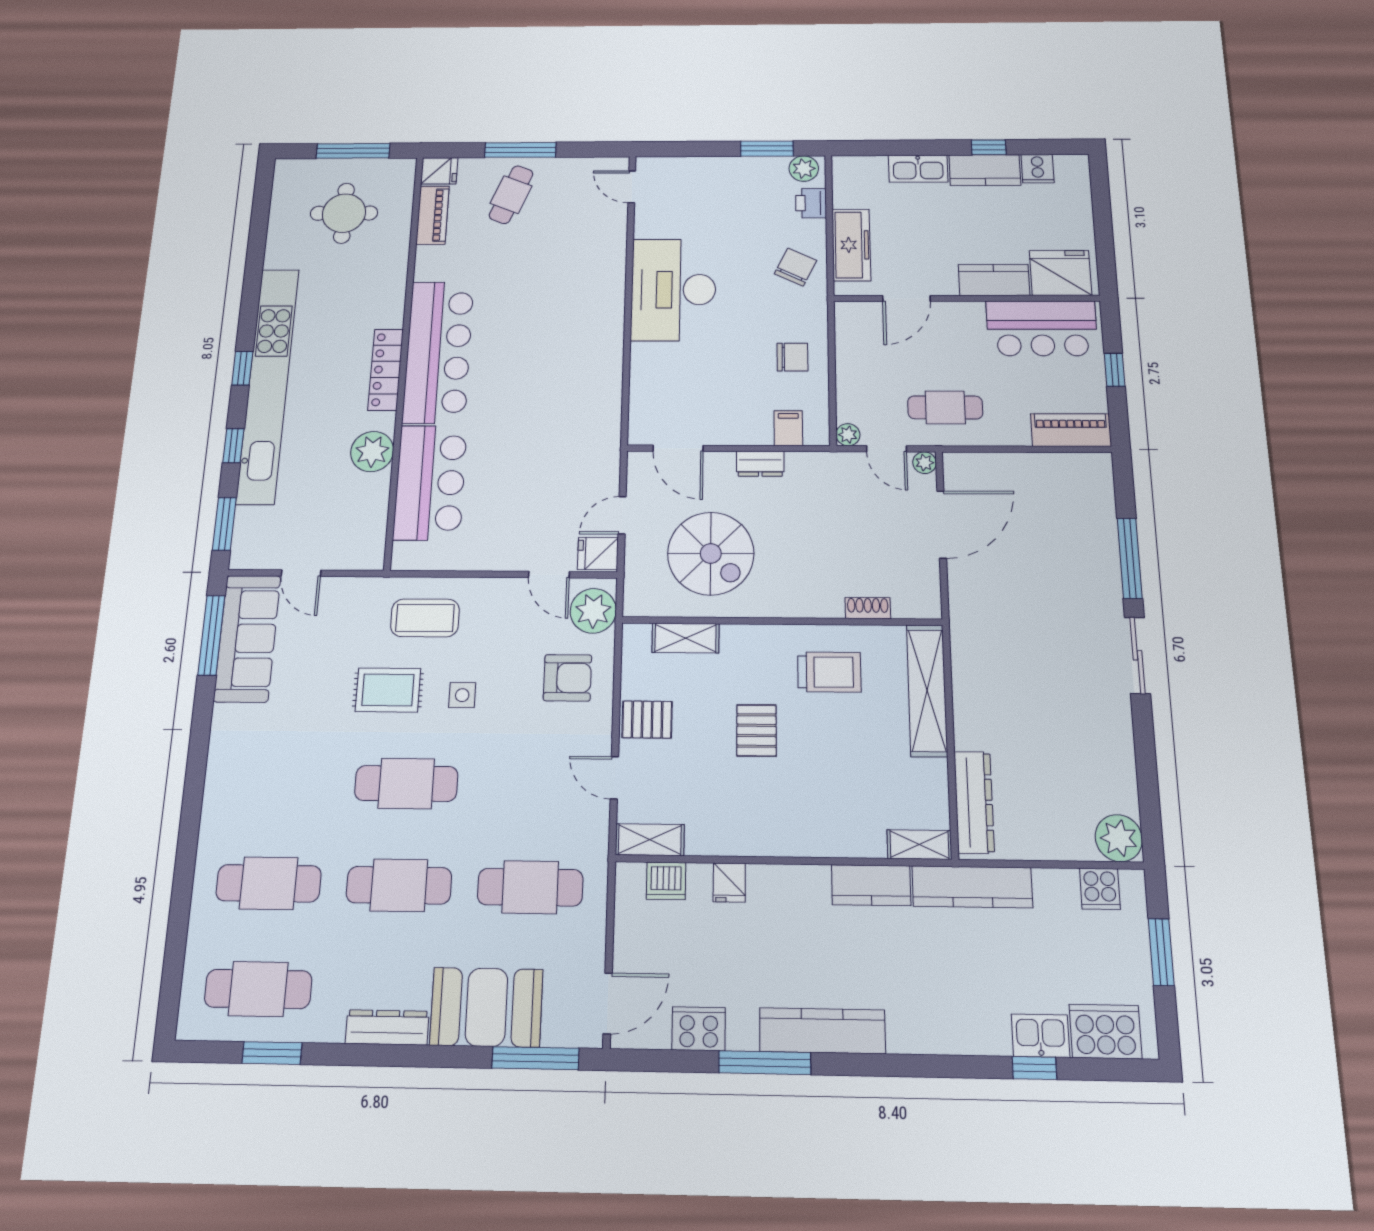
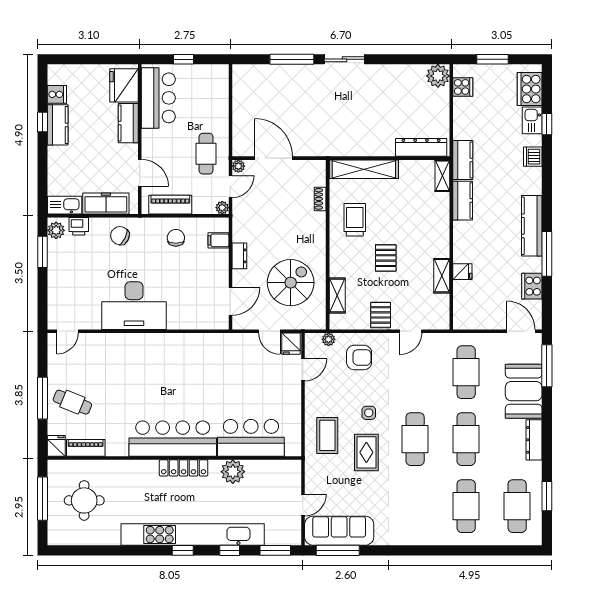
kitchen sink: (918, 169) -> (65, 205), moved, turned -90
piano: (1071, 430) -> (170, 205), moved, turned 90
plant: (593, 611) -> (328, 339), width x0.53, depth x0.53
armchair: (567, 678) -> (359, 357), turned 90
pallet: (756, 730) -> (386, 258), turned 90
shelving: (650, 840) -> (442, 276), moved
dishwasher: (666, 881) -> (533, 157), moved, turned 180
kitchen counter: (972, 887) -> (463, 160), width x0.67

